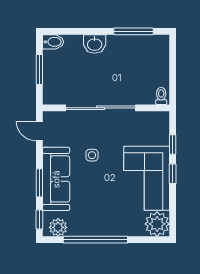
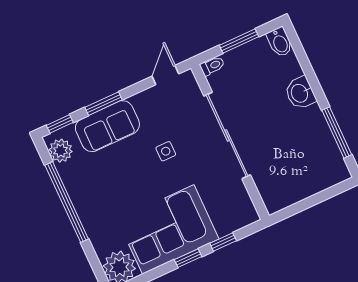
toilet: (161, 96) -> (212, 66), moved
sofa: (56, 179) -> (107, 126), width x0.73

